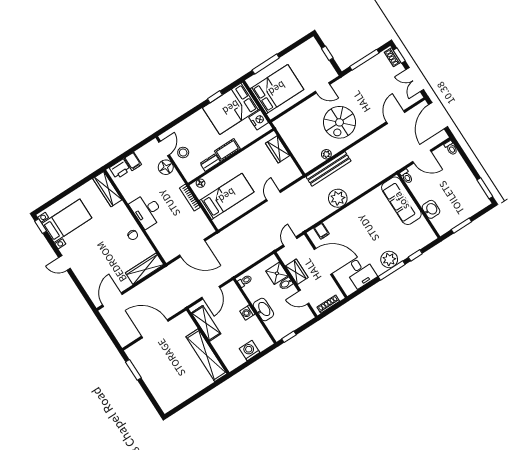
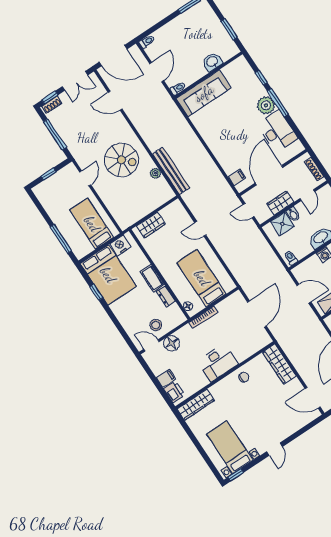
bed: (277, 89) -> (92, 224), width x0.67
plant: (338, 198) -> (202, 161), removed
desk: (361, 272) -> (277, 131), width x1.37

